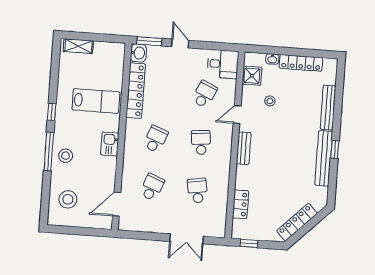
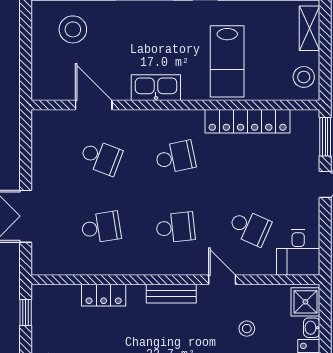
washbasin: (138, 53) -> (306, 121), removed
shower: (252, 76) -> (305, 302), moved
school desk: (156, 139) -> (175, 157), turned -33
kitchen sink: (110, 144) -> (156, 88), width x1.38
stool: (66, 156) -> (304, 77), moved
door: (117, 204) -> (94, 105), moved
locker: (241, 204) -> (104, 295), moved

